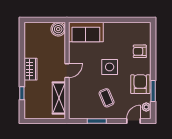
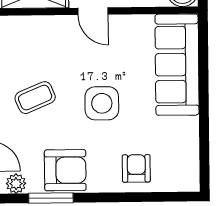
sofa: (86, 32) -> (177, 65), width x1.36

